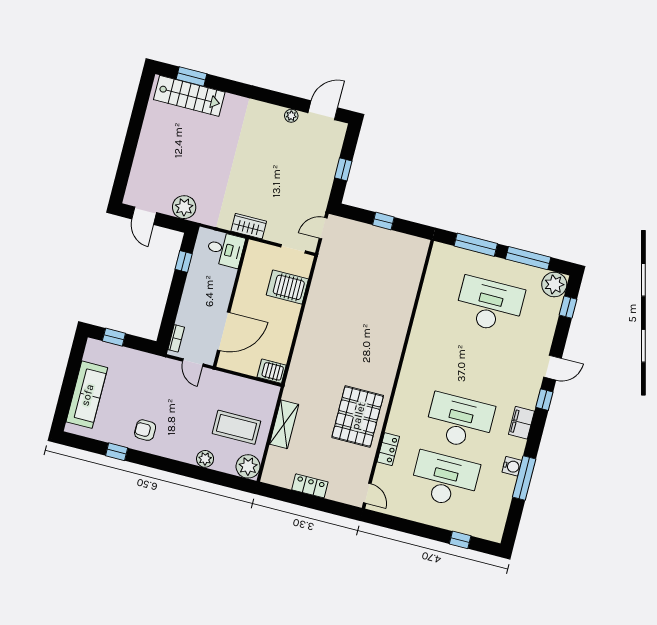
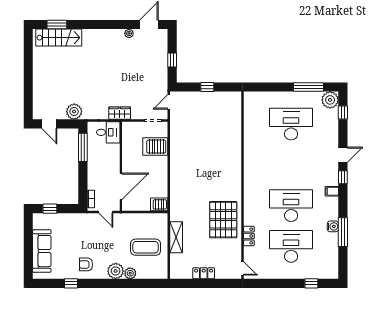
window: (476, 245) -> (272, 87), removed
window: (184, 262) -> (83, 147), width x2.17
filing cabinet: (521, 423) -> (332, 191), width x0.50
plant: (248, 466) -> (116, 271), moved

